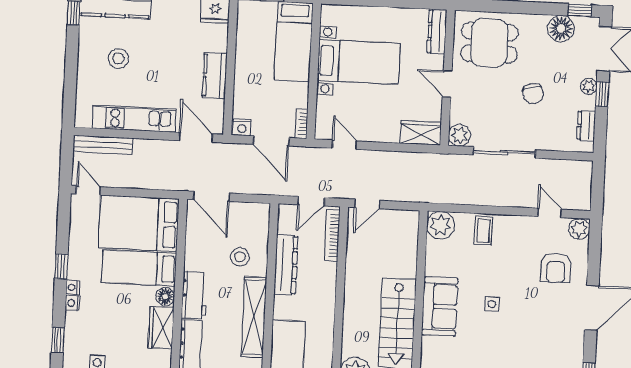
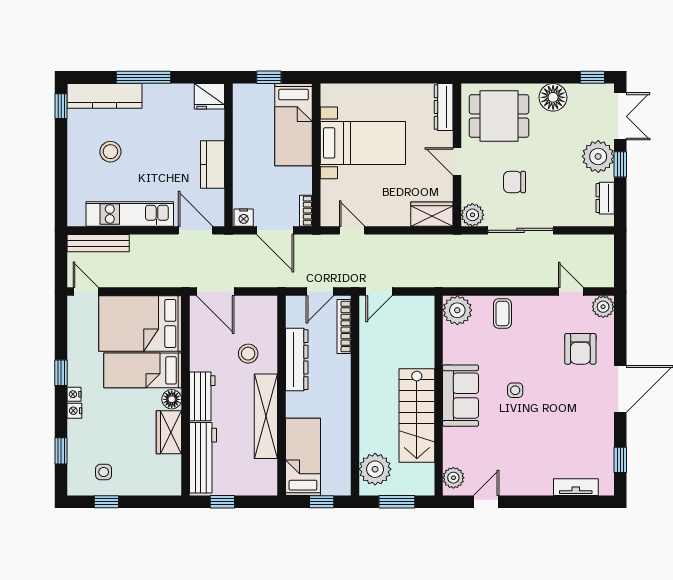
floor lamp: (561, 28) -> (553, 97), moved
plant: (589, 86) -> (598, 156), width x1.88, depth x1.88
chair: (533, 94) -> (514, 182), moved, turned 103

